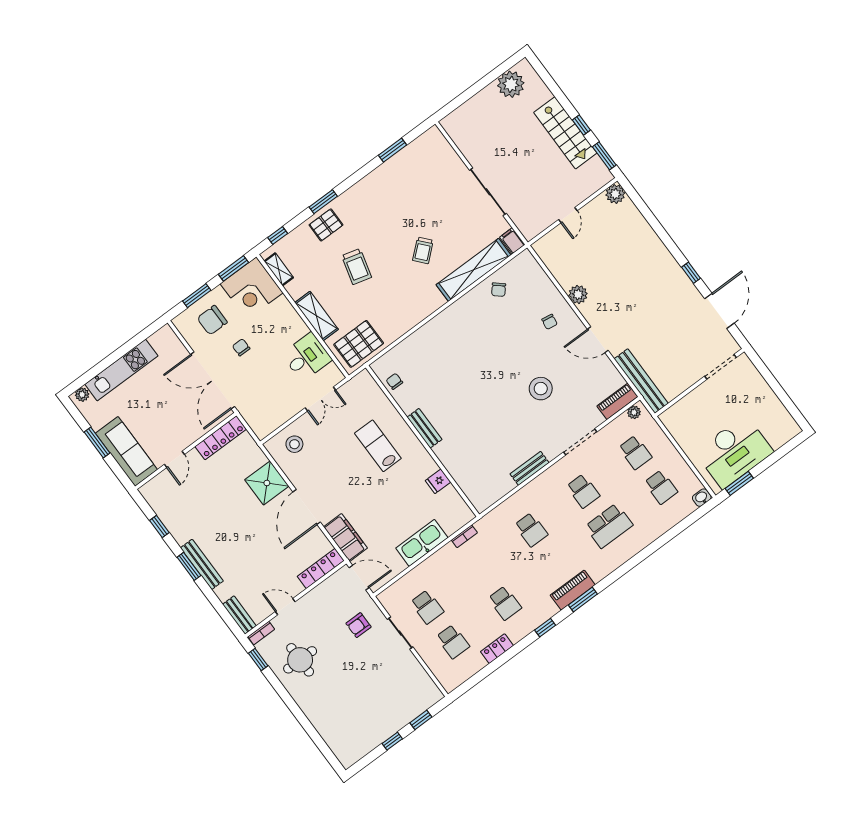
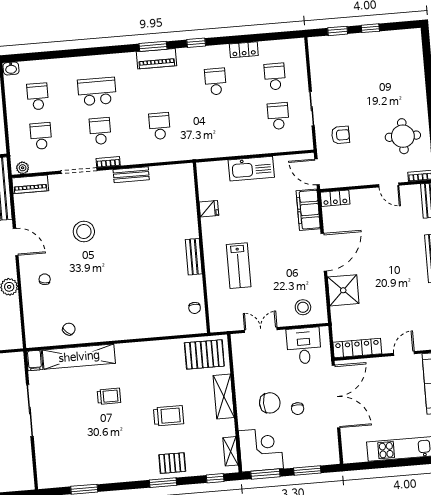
trolley: (423, 250) -> (109, 396), turned 41
trolley: (357, 267) -> (169, 416), turned 75
chair: (212, 320) -> (270, 403), moved
desk: (307, 357) -> (304, 346), moved, turned 90
bookcase: (464, 536) -> (108, 162), moved
locker: (321, 568) -> (335, 198), width x0.66

